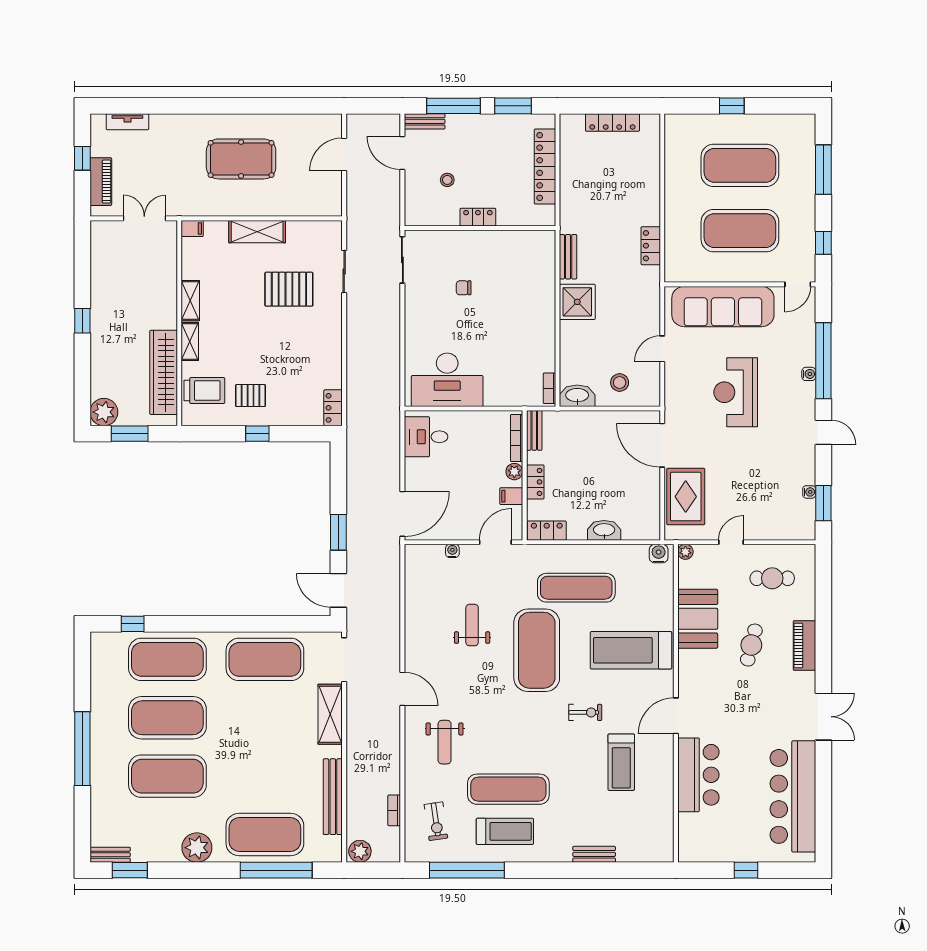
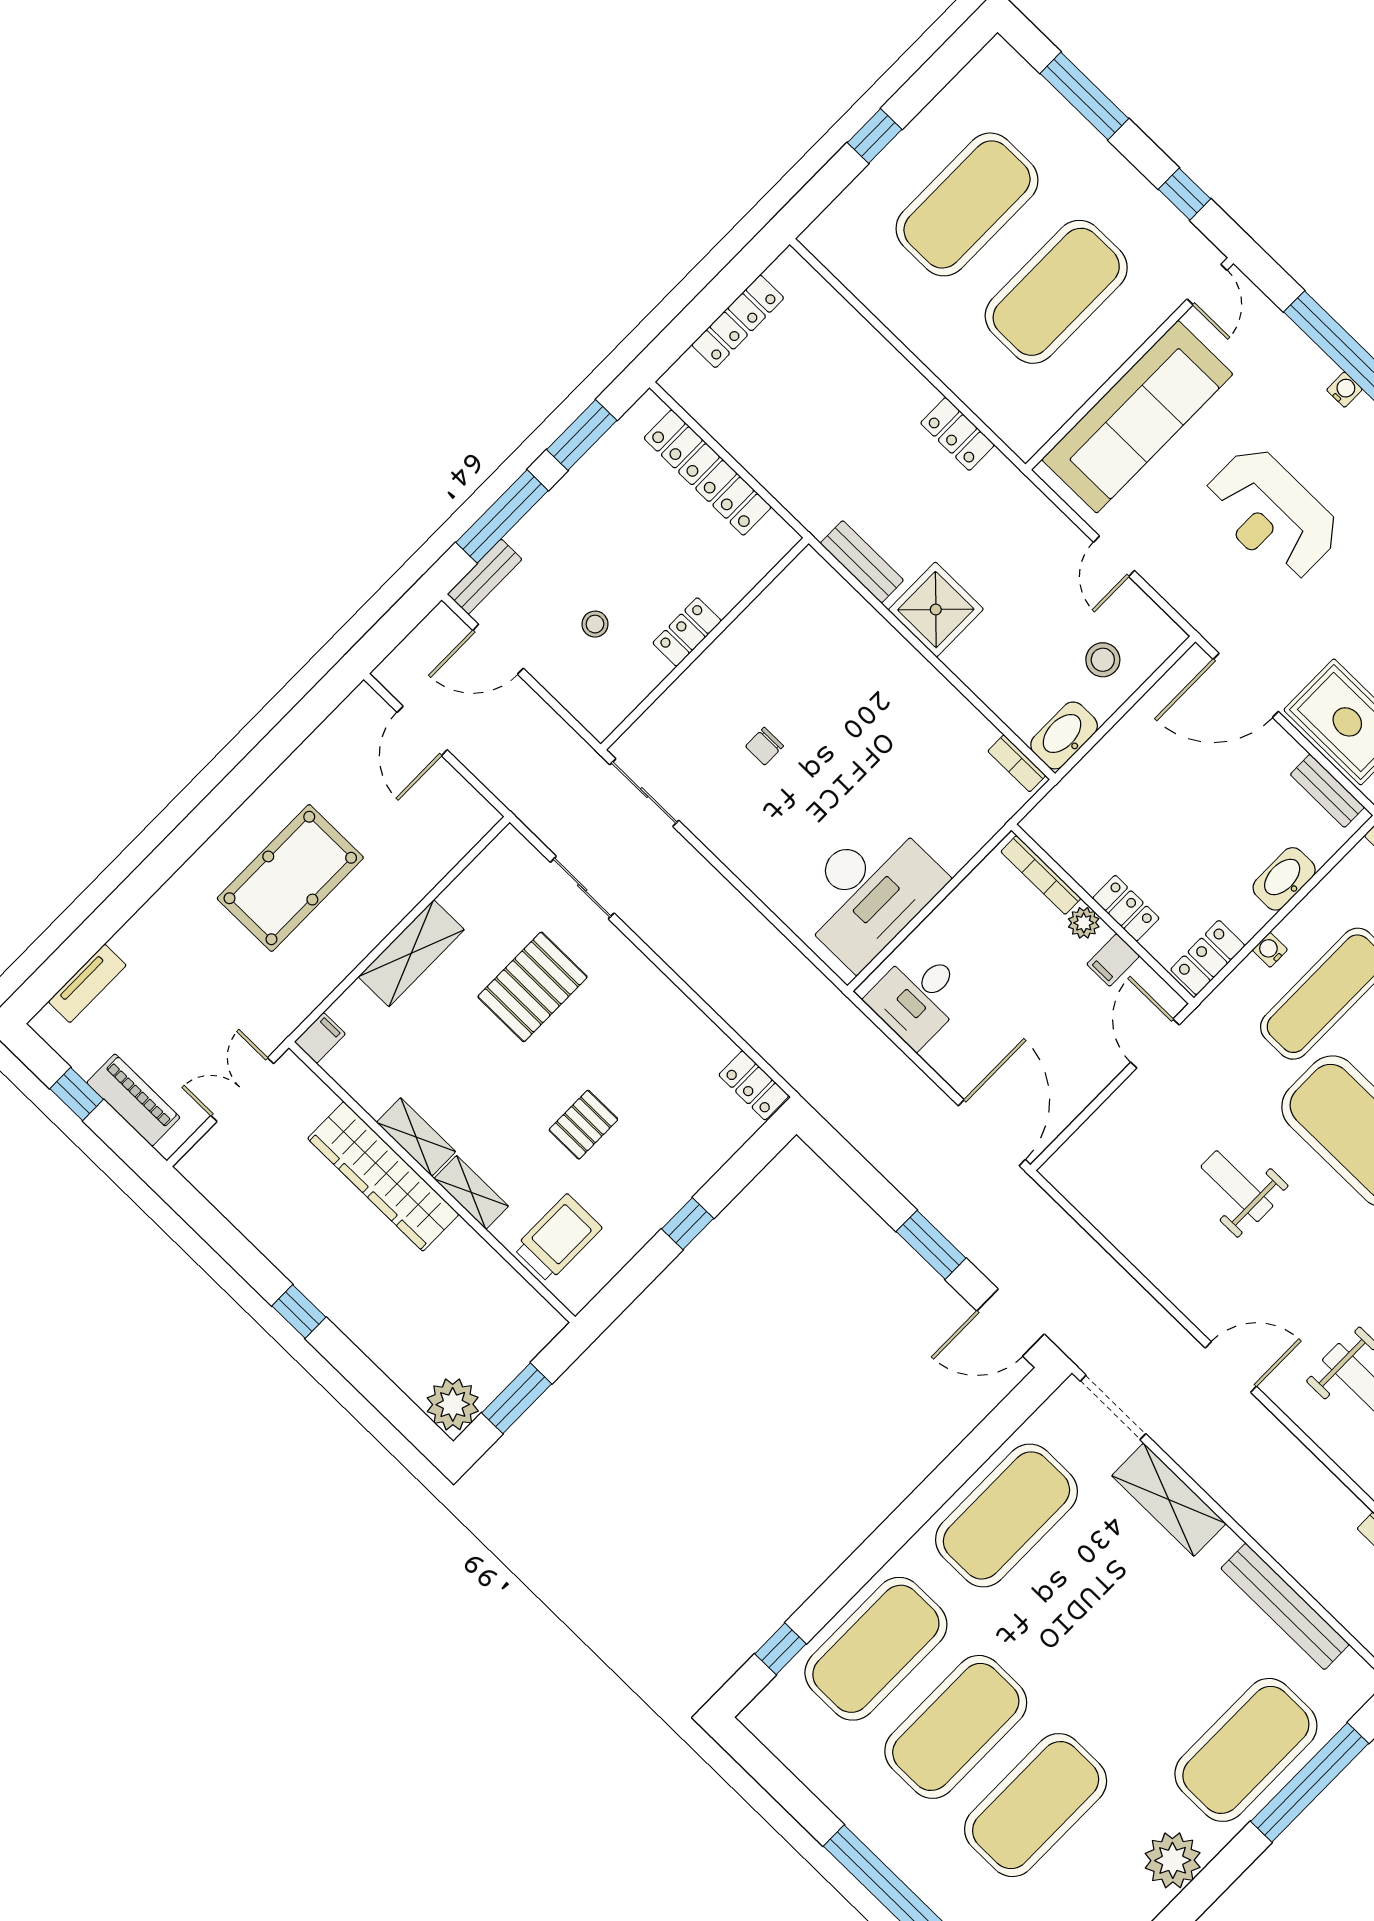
wardrobe: (164, 372) -> (383, 1176), moved
pallet: (251, 396) -> (583, 1125), moved
bench: (534, 430) -> (1327, 791), moved
water cooler: (452, 551) -> (1270, 950), moved

